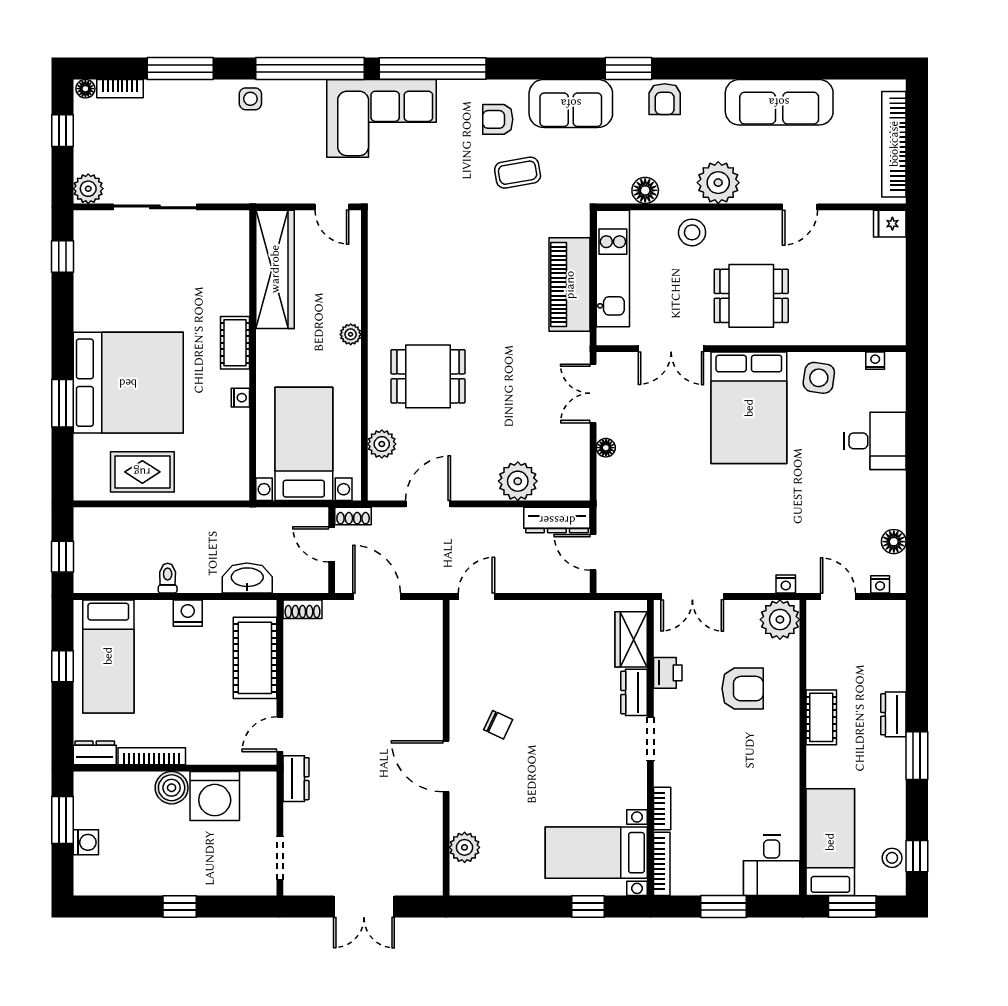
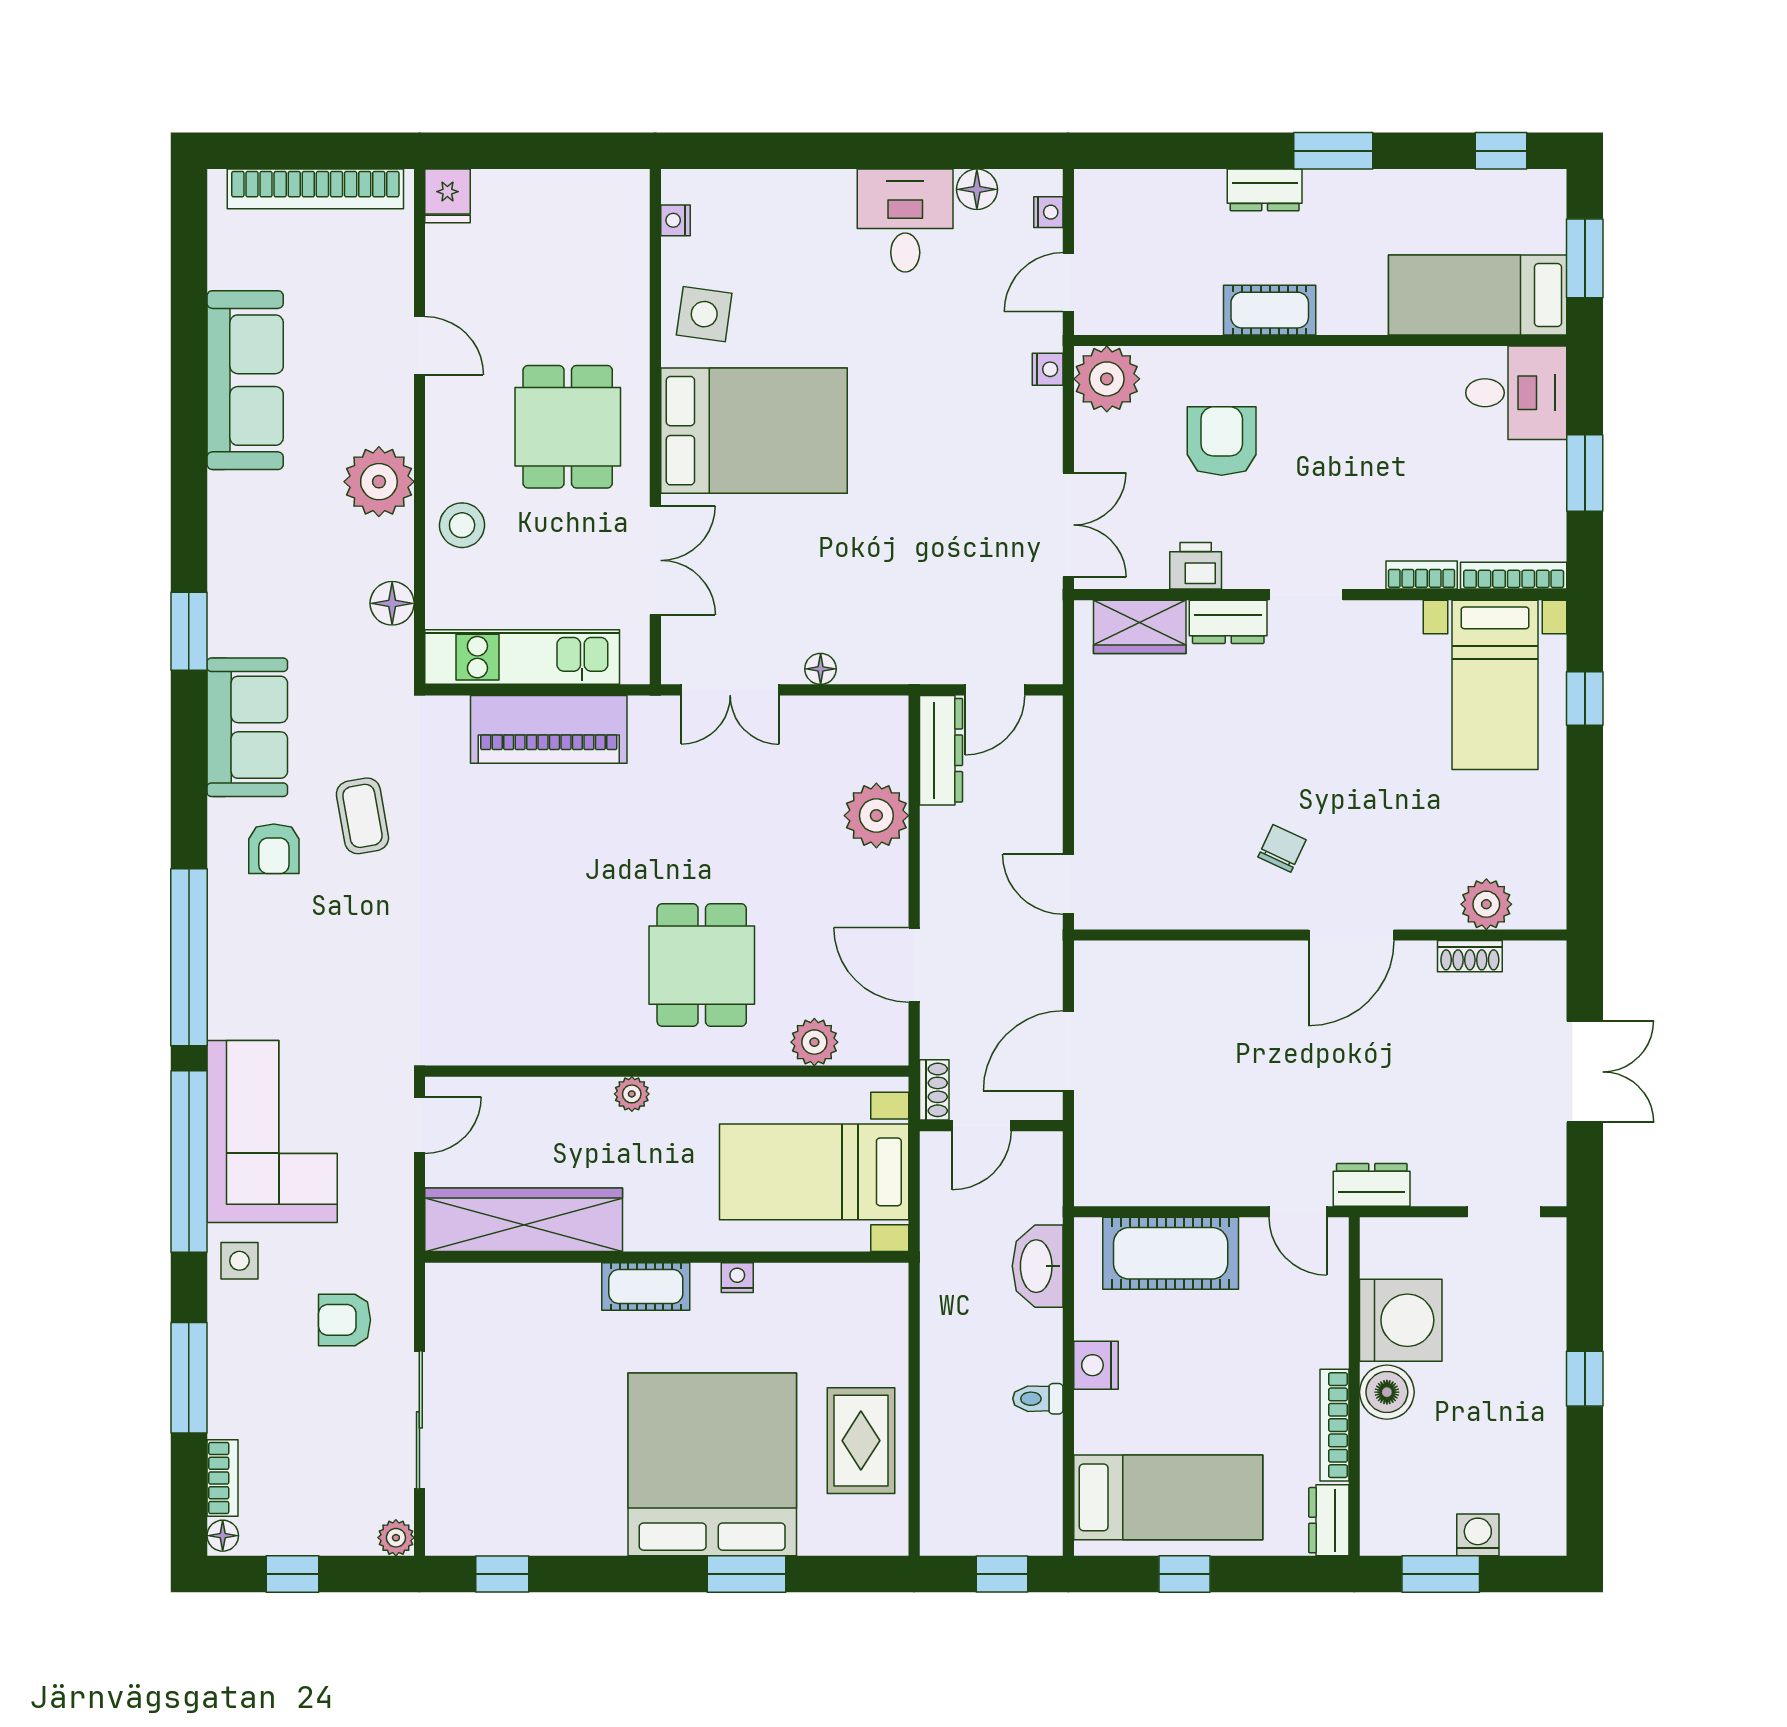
armchair: (665, 99) -> (345, 1320), moved, turned 180
corner sofa: (382, 118) -> (272, 1131), moved
plant: (88, 189) -> (396, 1538), width x0.73, depth x0.73
desk: (875, 441) -> (905, 221), moved
shoe rack: (302, 609) -> (1470, 956), moved, turned 90
stool: (892, 858) -> (1504, 192), removed

